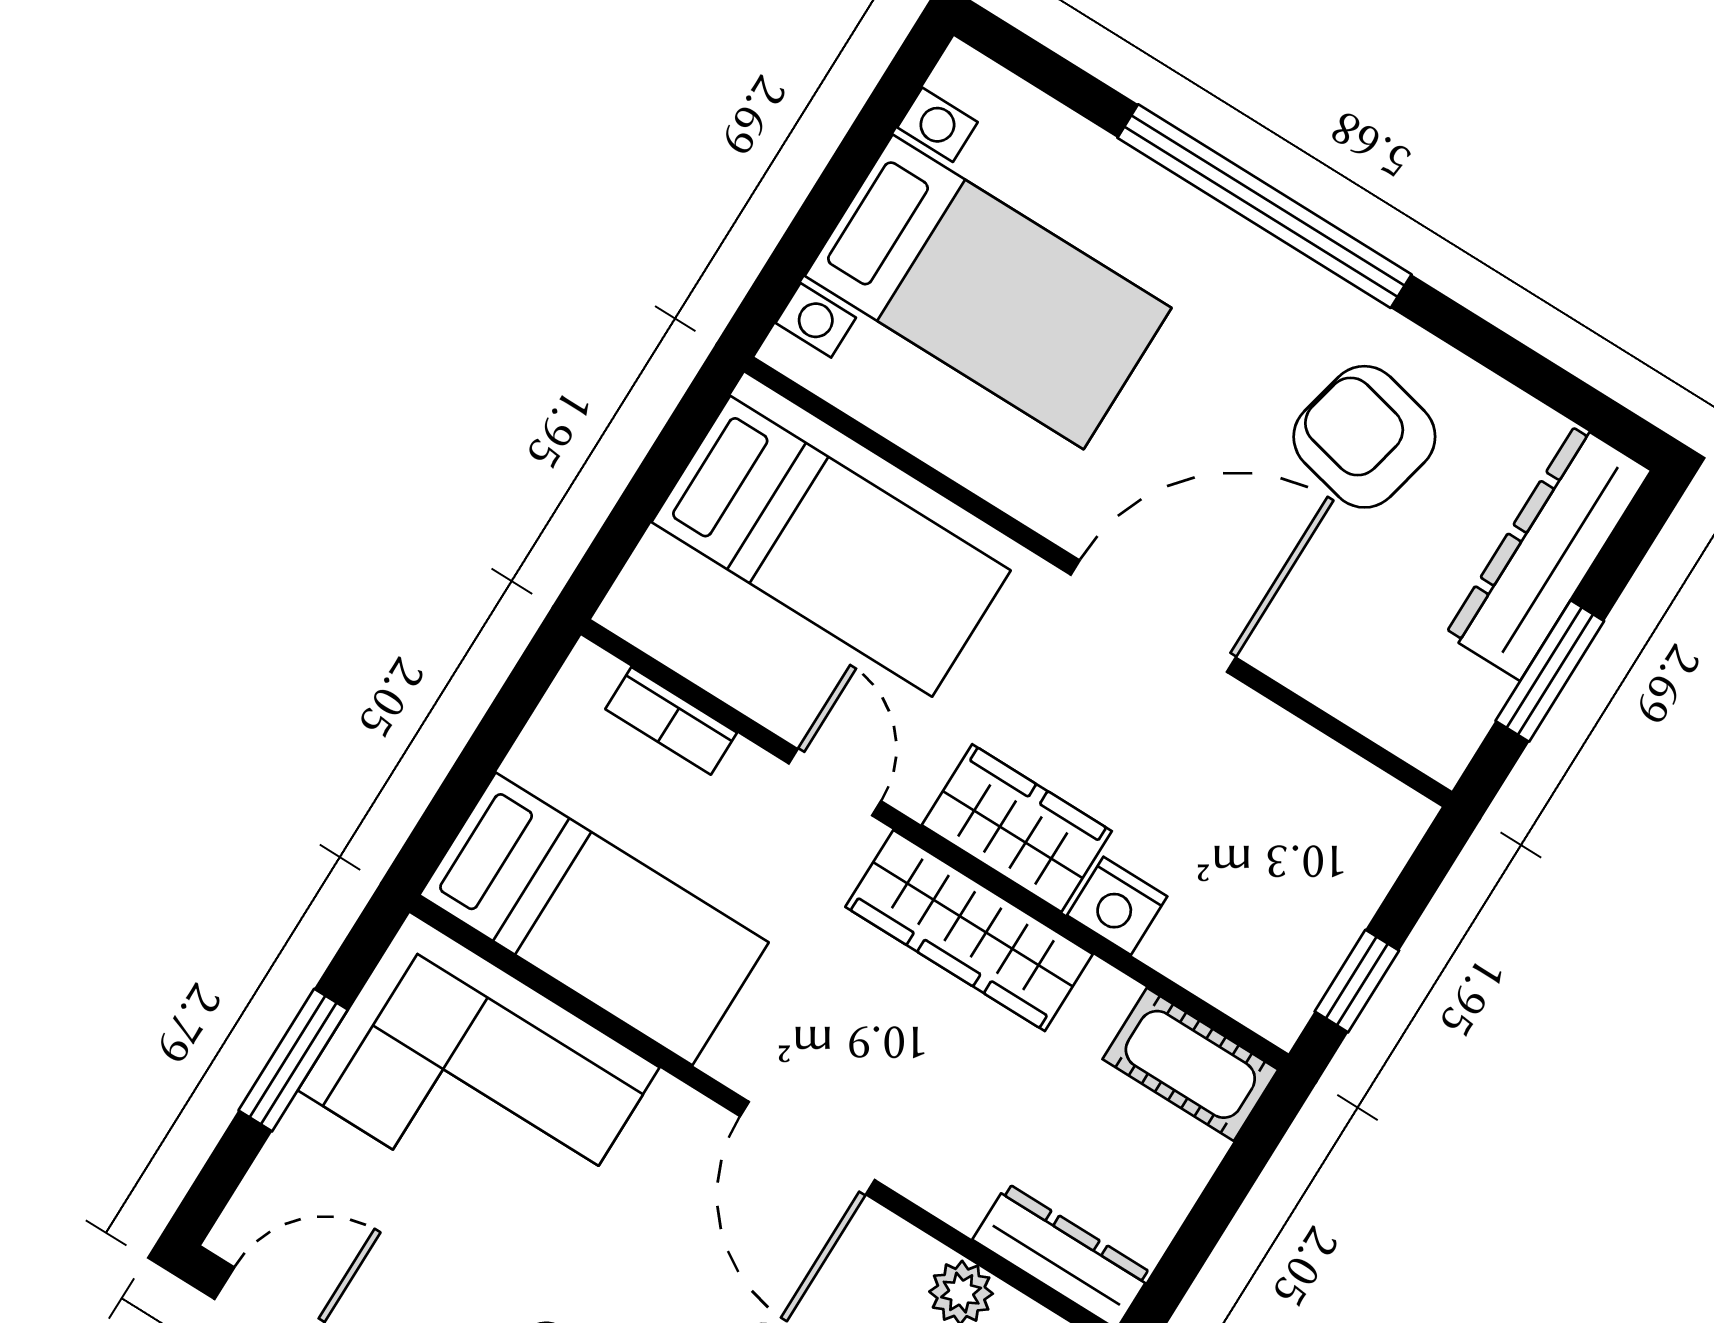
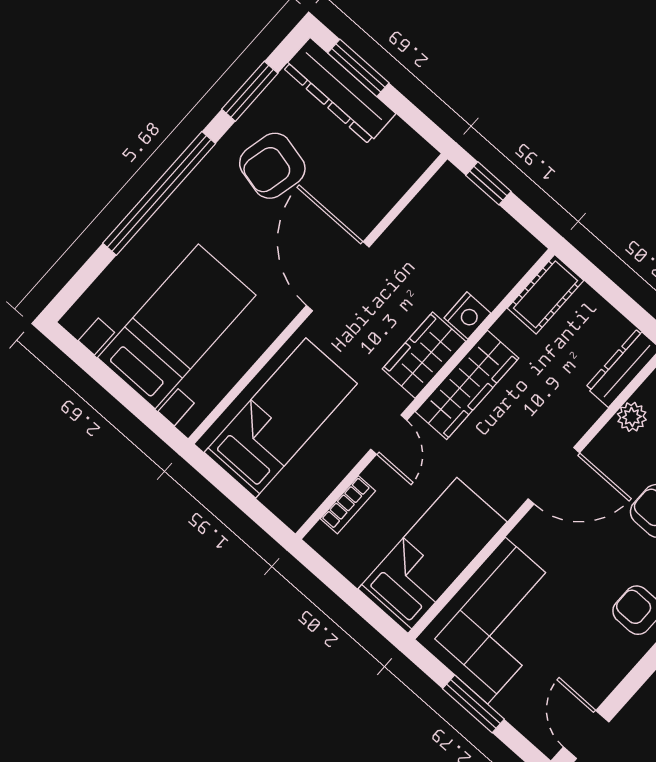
window: (1515, 362) -> (250, 91), added
window: (1550, 671) -> (358, 68), moved
door: (835, 782) -> (389, 435), swing flipped
window: (1357, 981) -> (488, 183), moved

